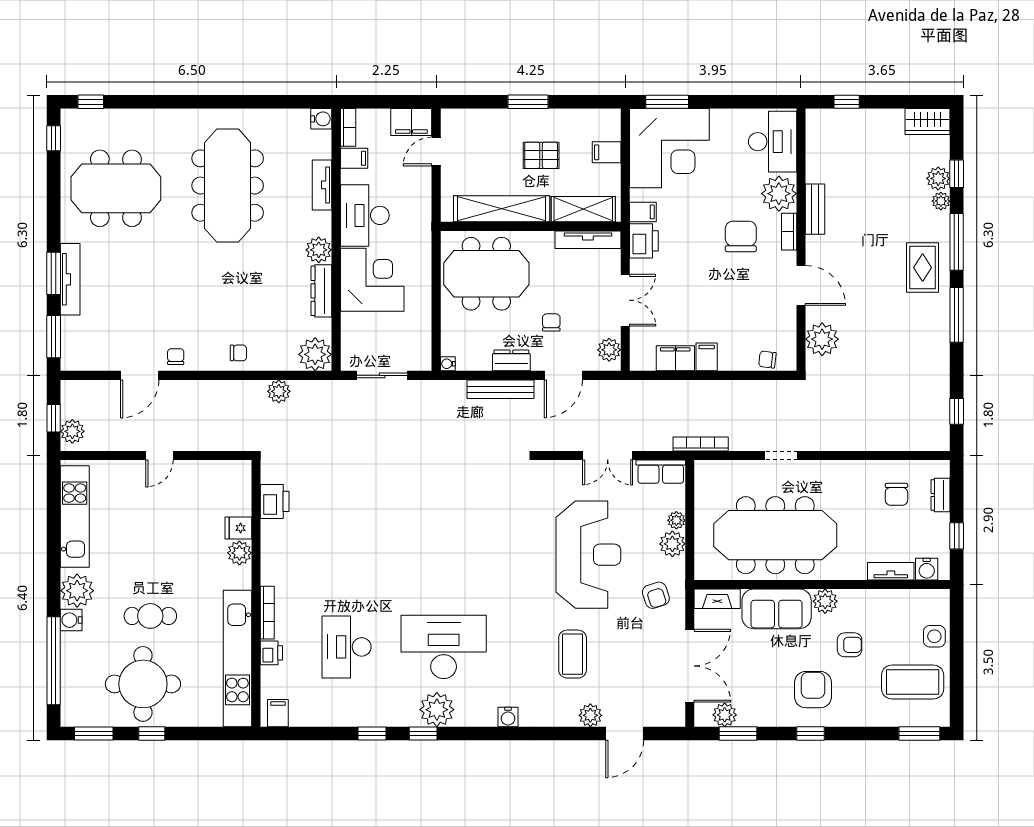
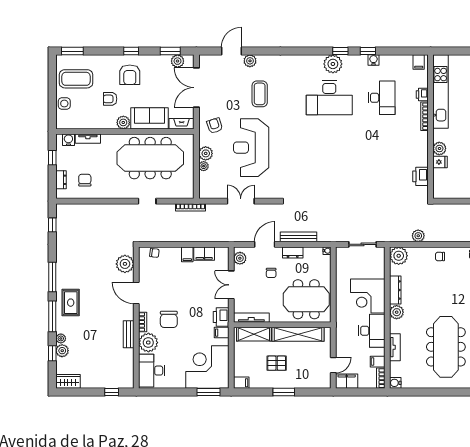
filing cabinet: (607, 152) -> (241, 383), moved
row of seats: (661, 472) -> (212, 192), removed
water cooler: (508, 717) -> (373, 60), moved

